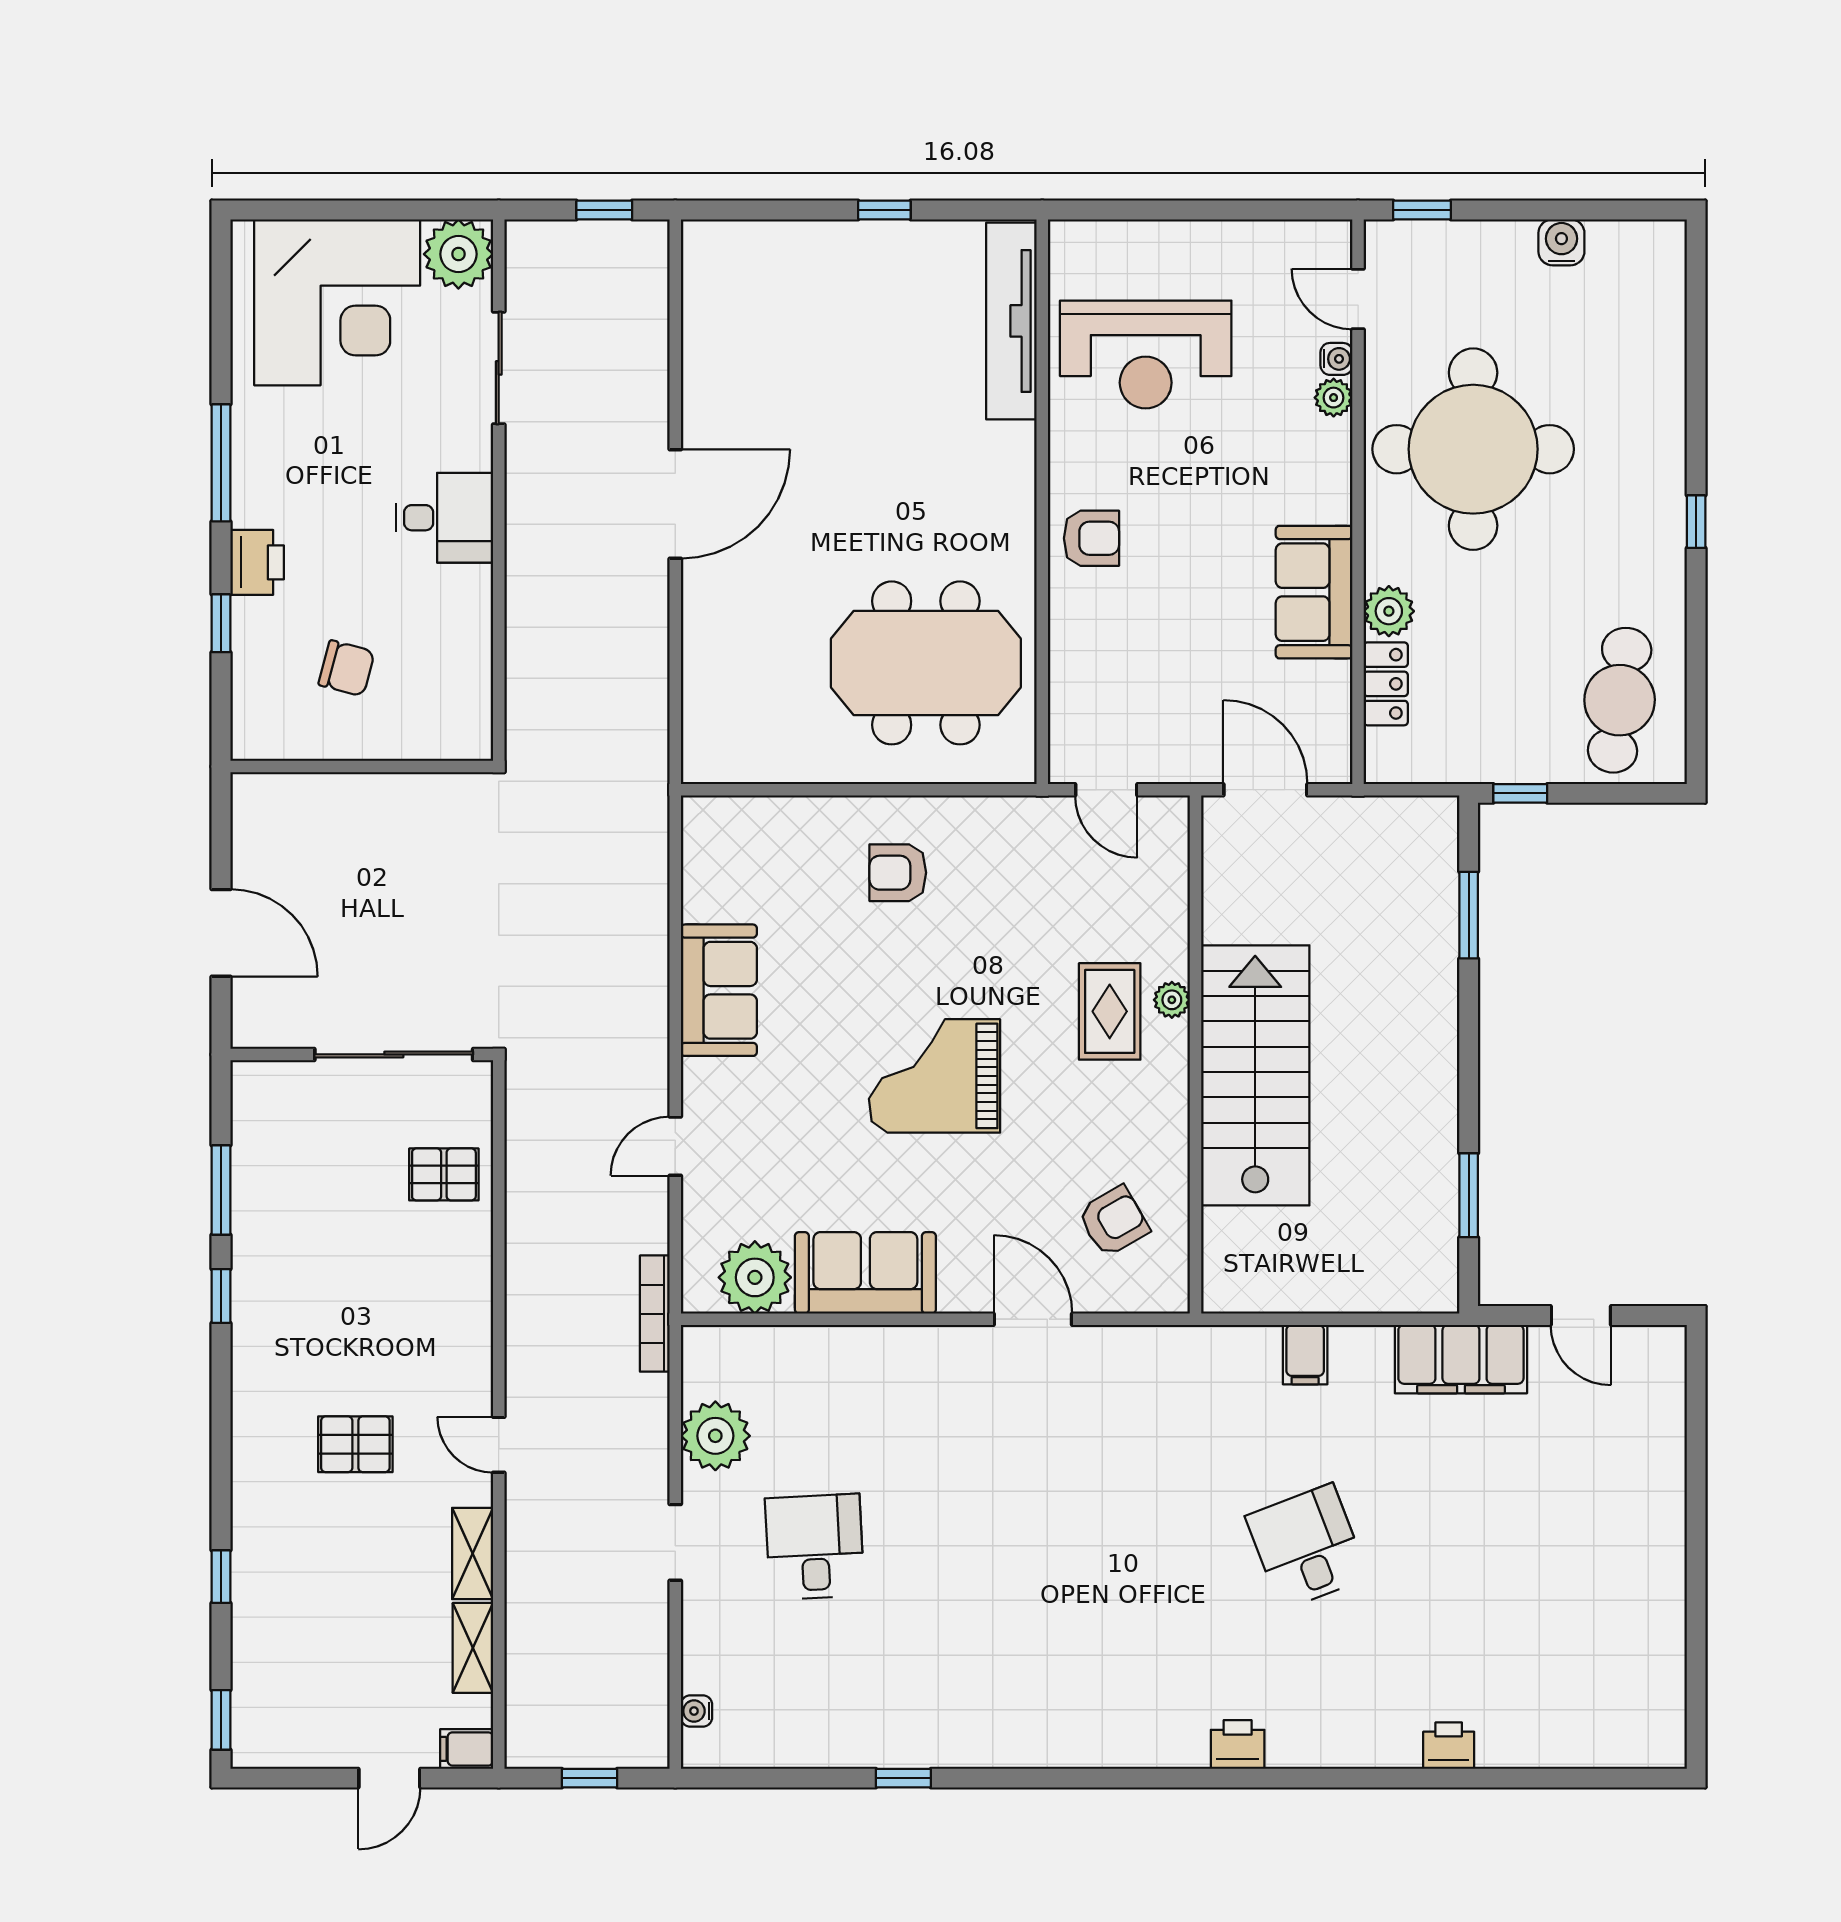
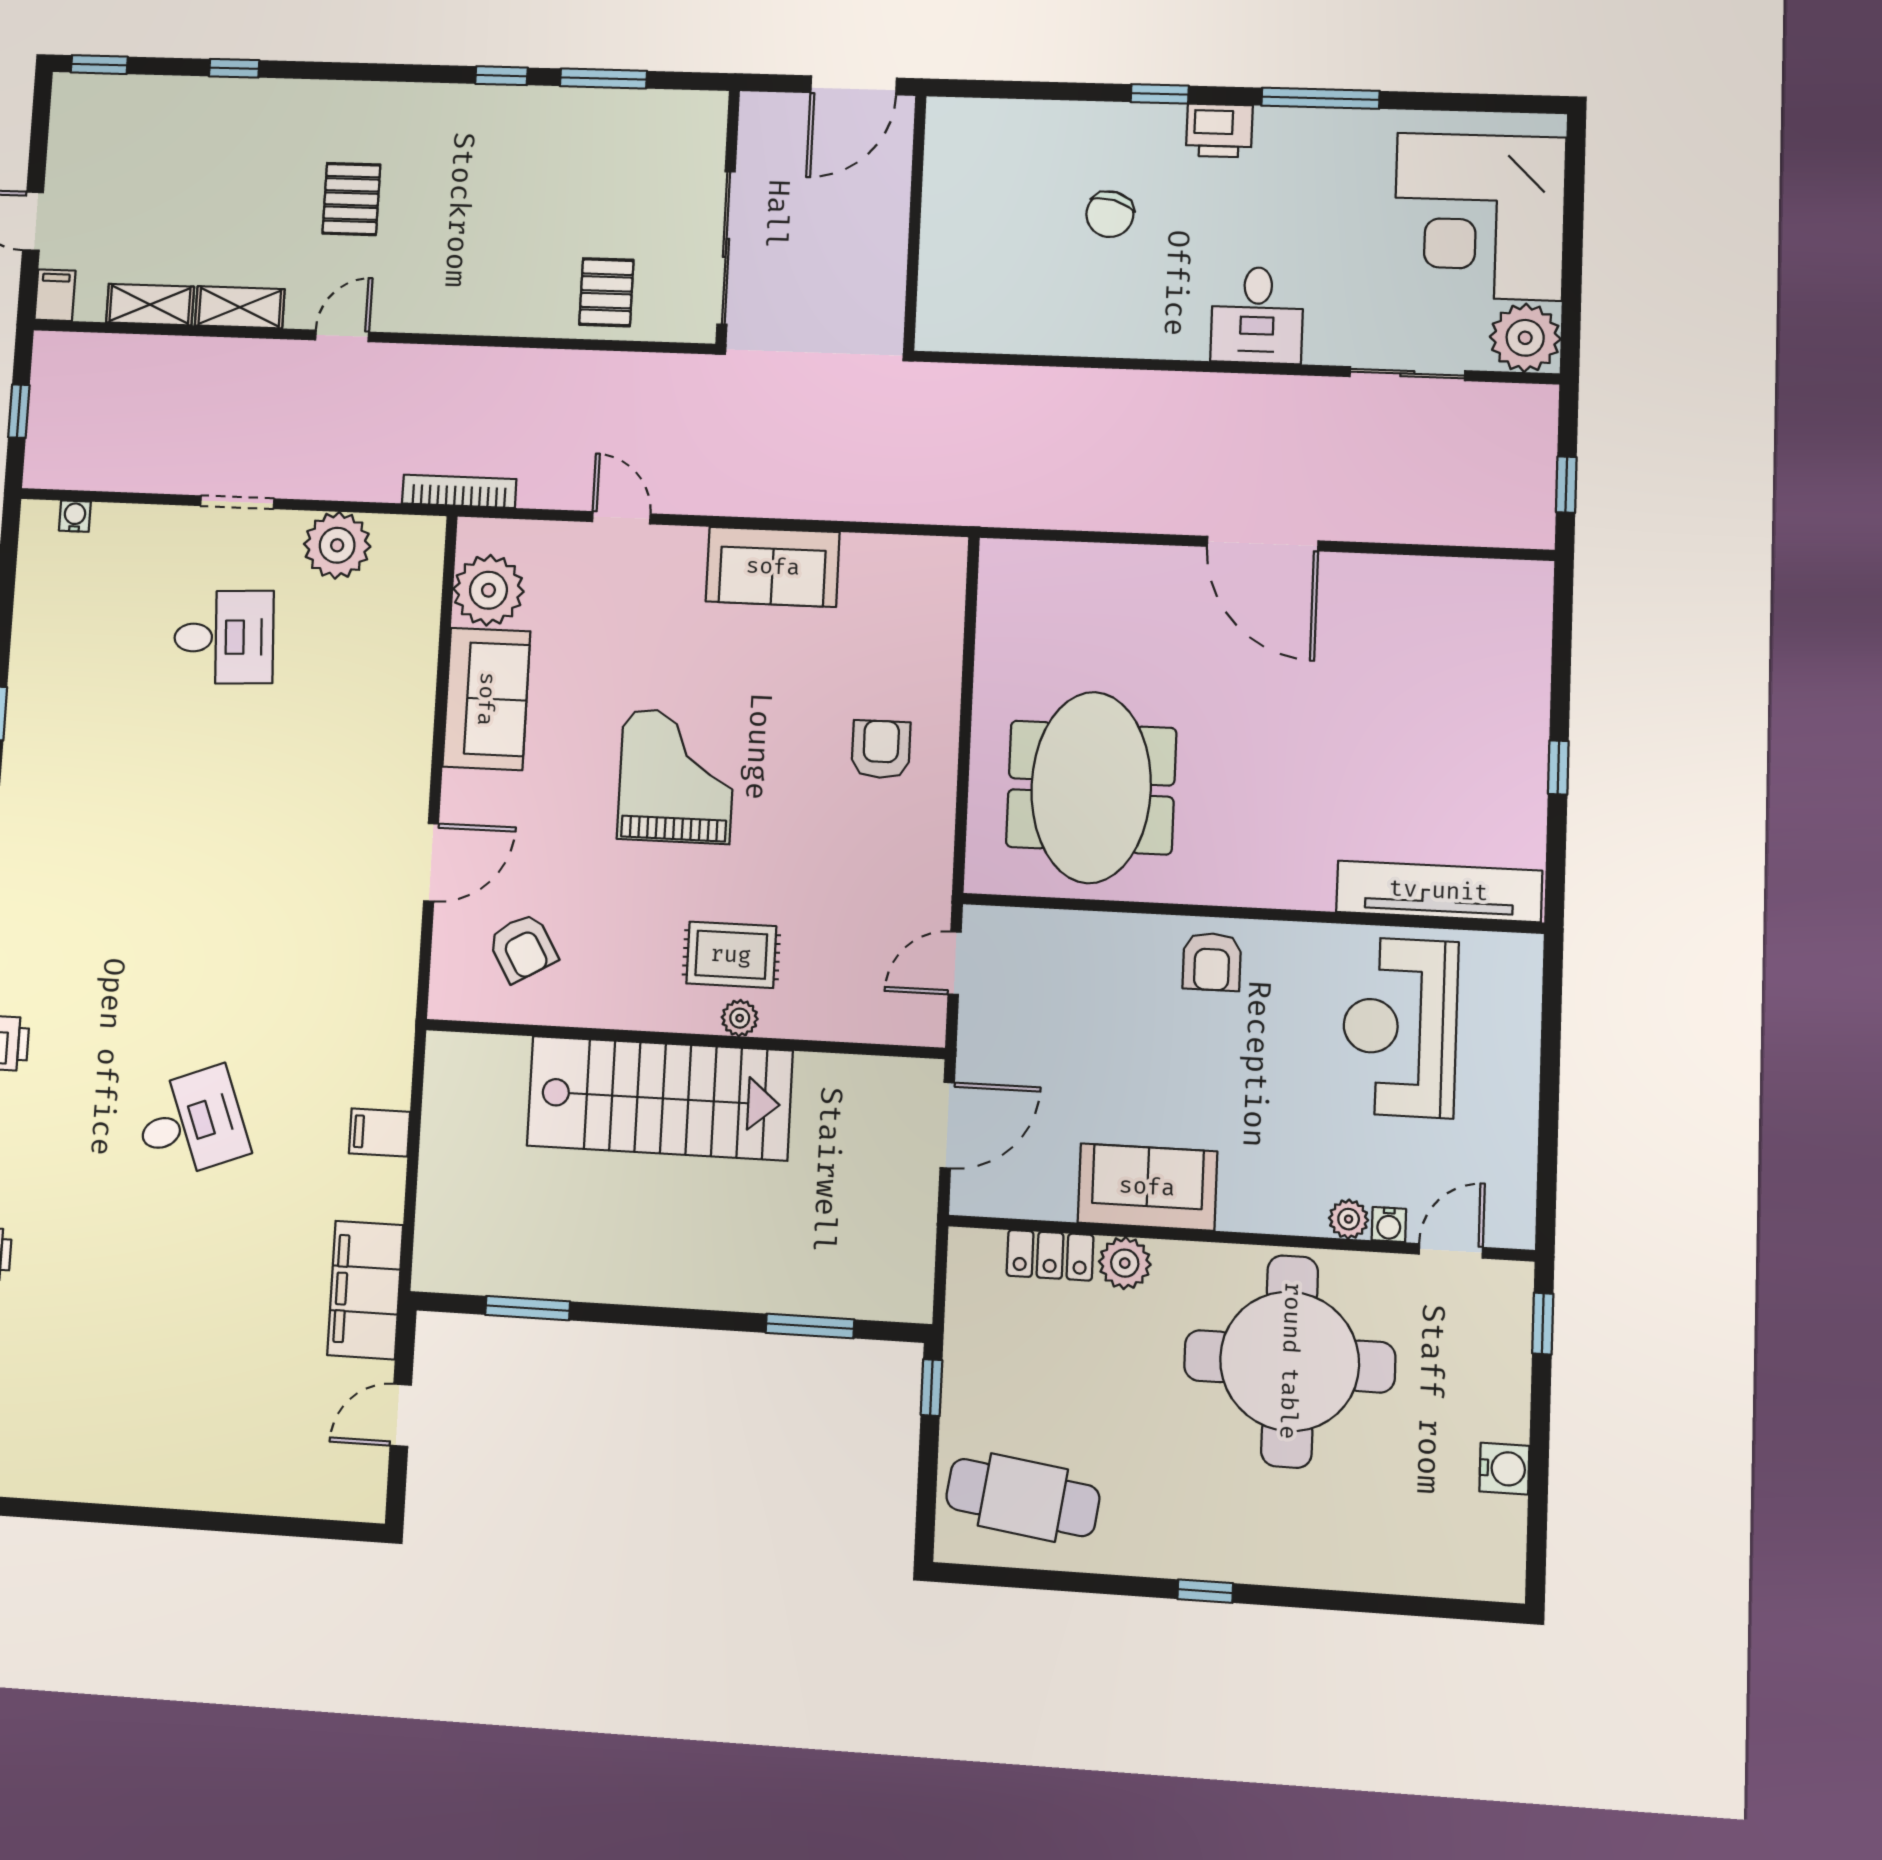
wall: (362, 766) -> (915, 223), moved

